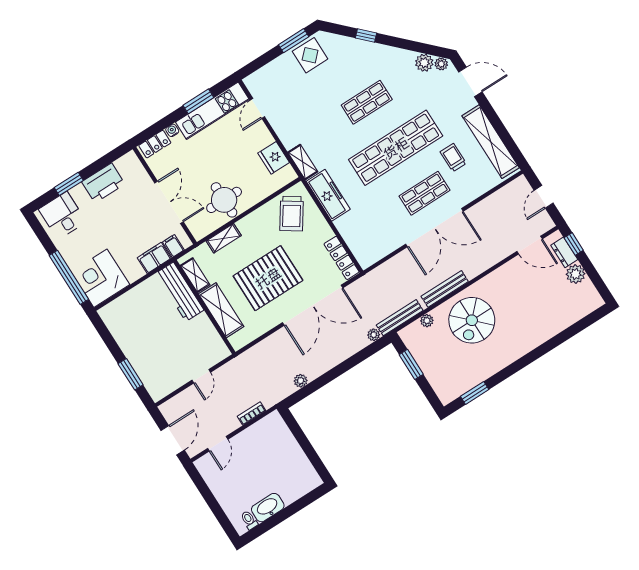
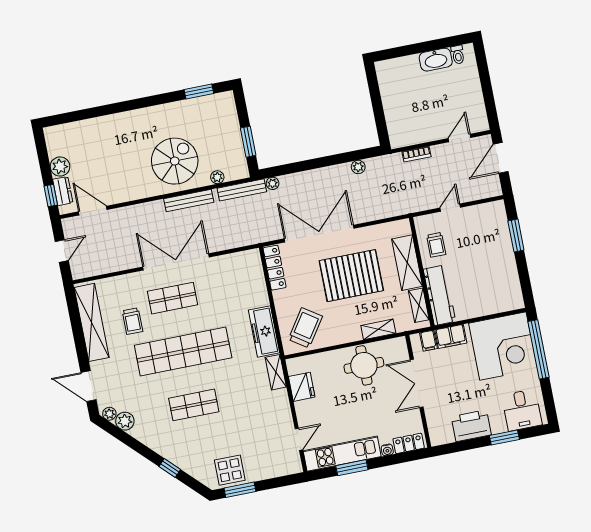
corner desk: (100, 278) -> (503, 346), width x1.36, depth x1.36
trolley: (201, 337) -> (436, 245), added

